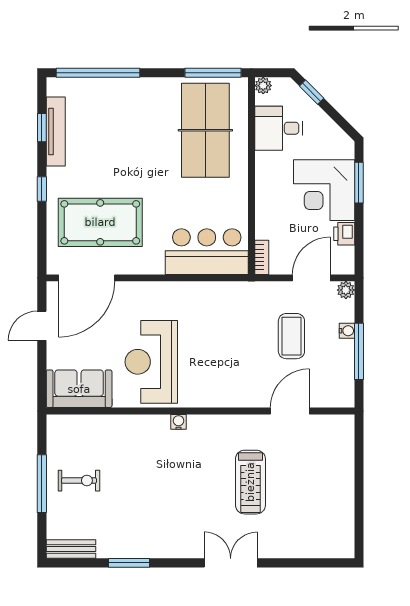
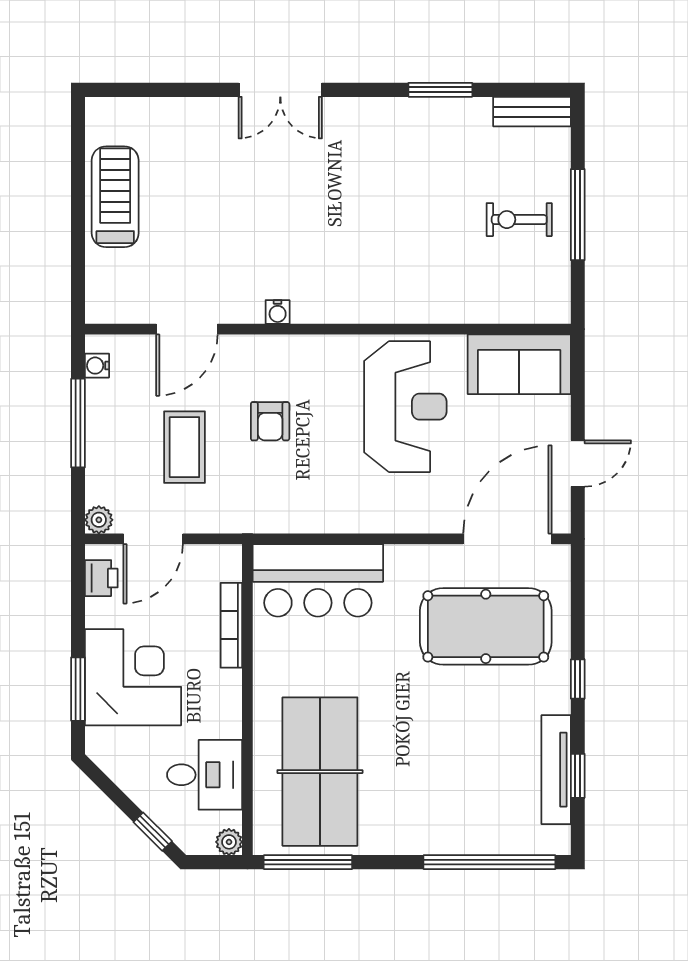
printer: (344, 234) -> (101, 578), moved
bookcase: (262, 257) -> (231, 625), moved, width x1.56
water cooler: (347, 331) -> (97, 366), moved
armchair: (237, 353) -> (270, 421), added
water cooler: (179, 422) -> (278, 312), moved
treadmill: (250, 482) -> (115, 197), moved

